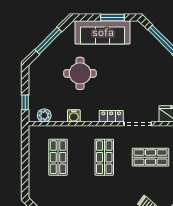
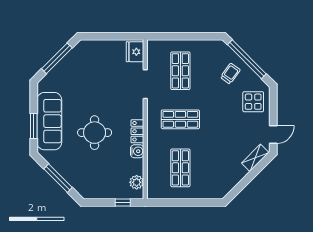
window: (112, 18) -> (34, 126), moved
round table: (80, 73) -> (95, 133), moved
locker: (111, 116) -> (137, 131), moved
shop shelf: (58, 157) -> (180, 168), turned 90

